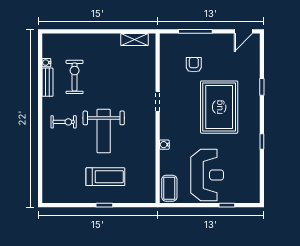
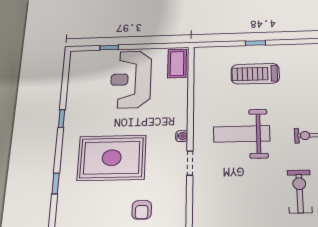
exercise bike: (75, 77) -> (300, 191), turned 180
rug: (219, 107) -> (112, 158), turned 90
weight bench: (104, 131) -> (242, 134), moved, turned -90
water cooler: (164, 145) -> (182, 136), moved

